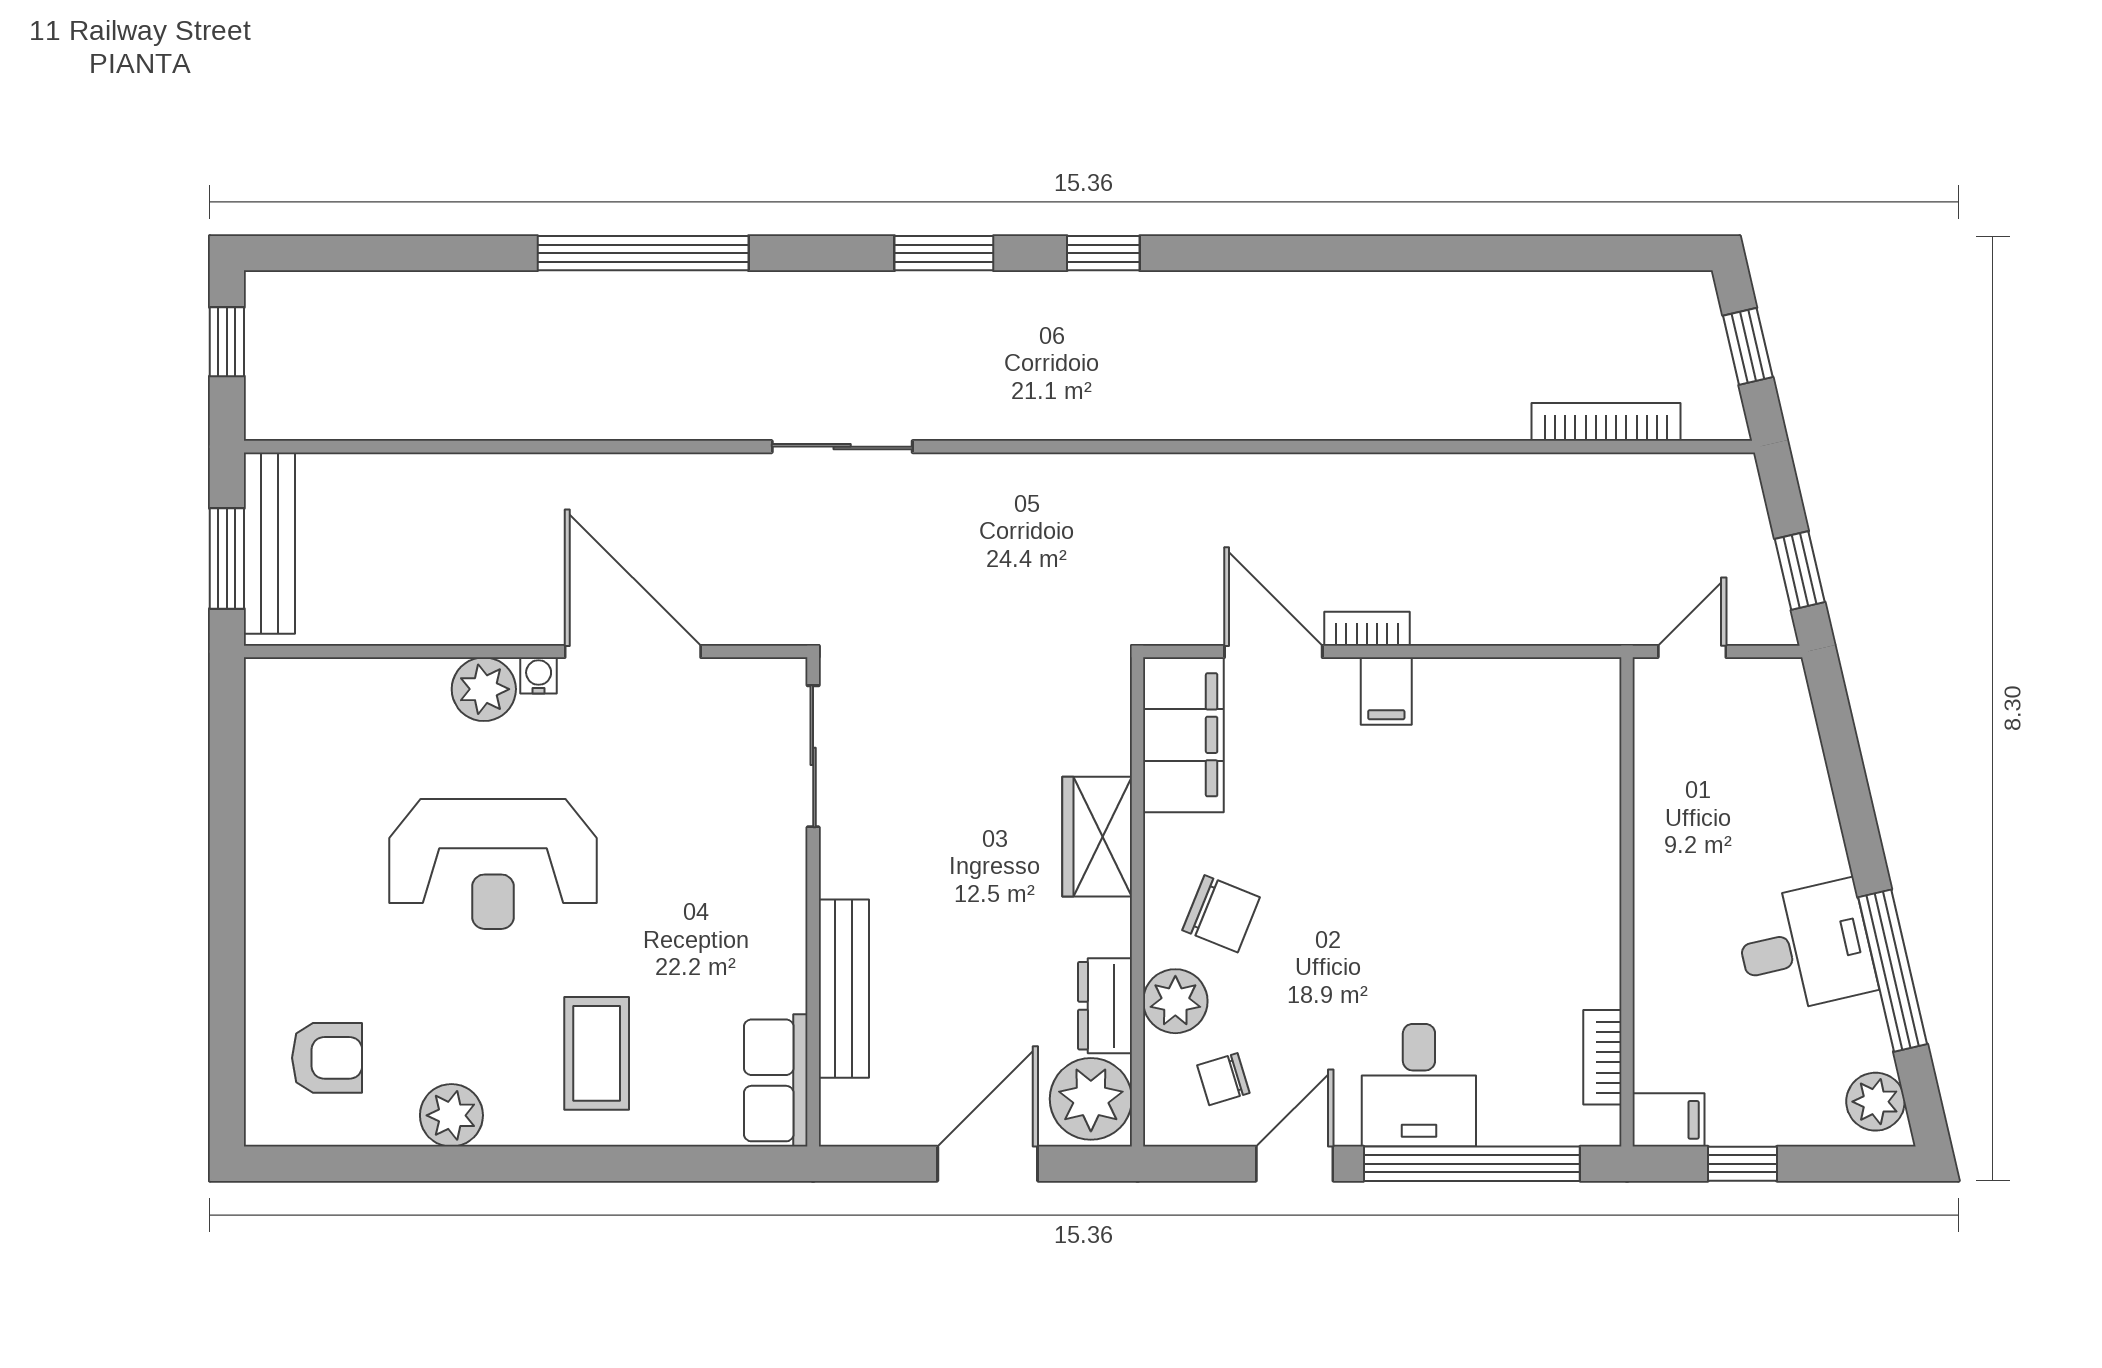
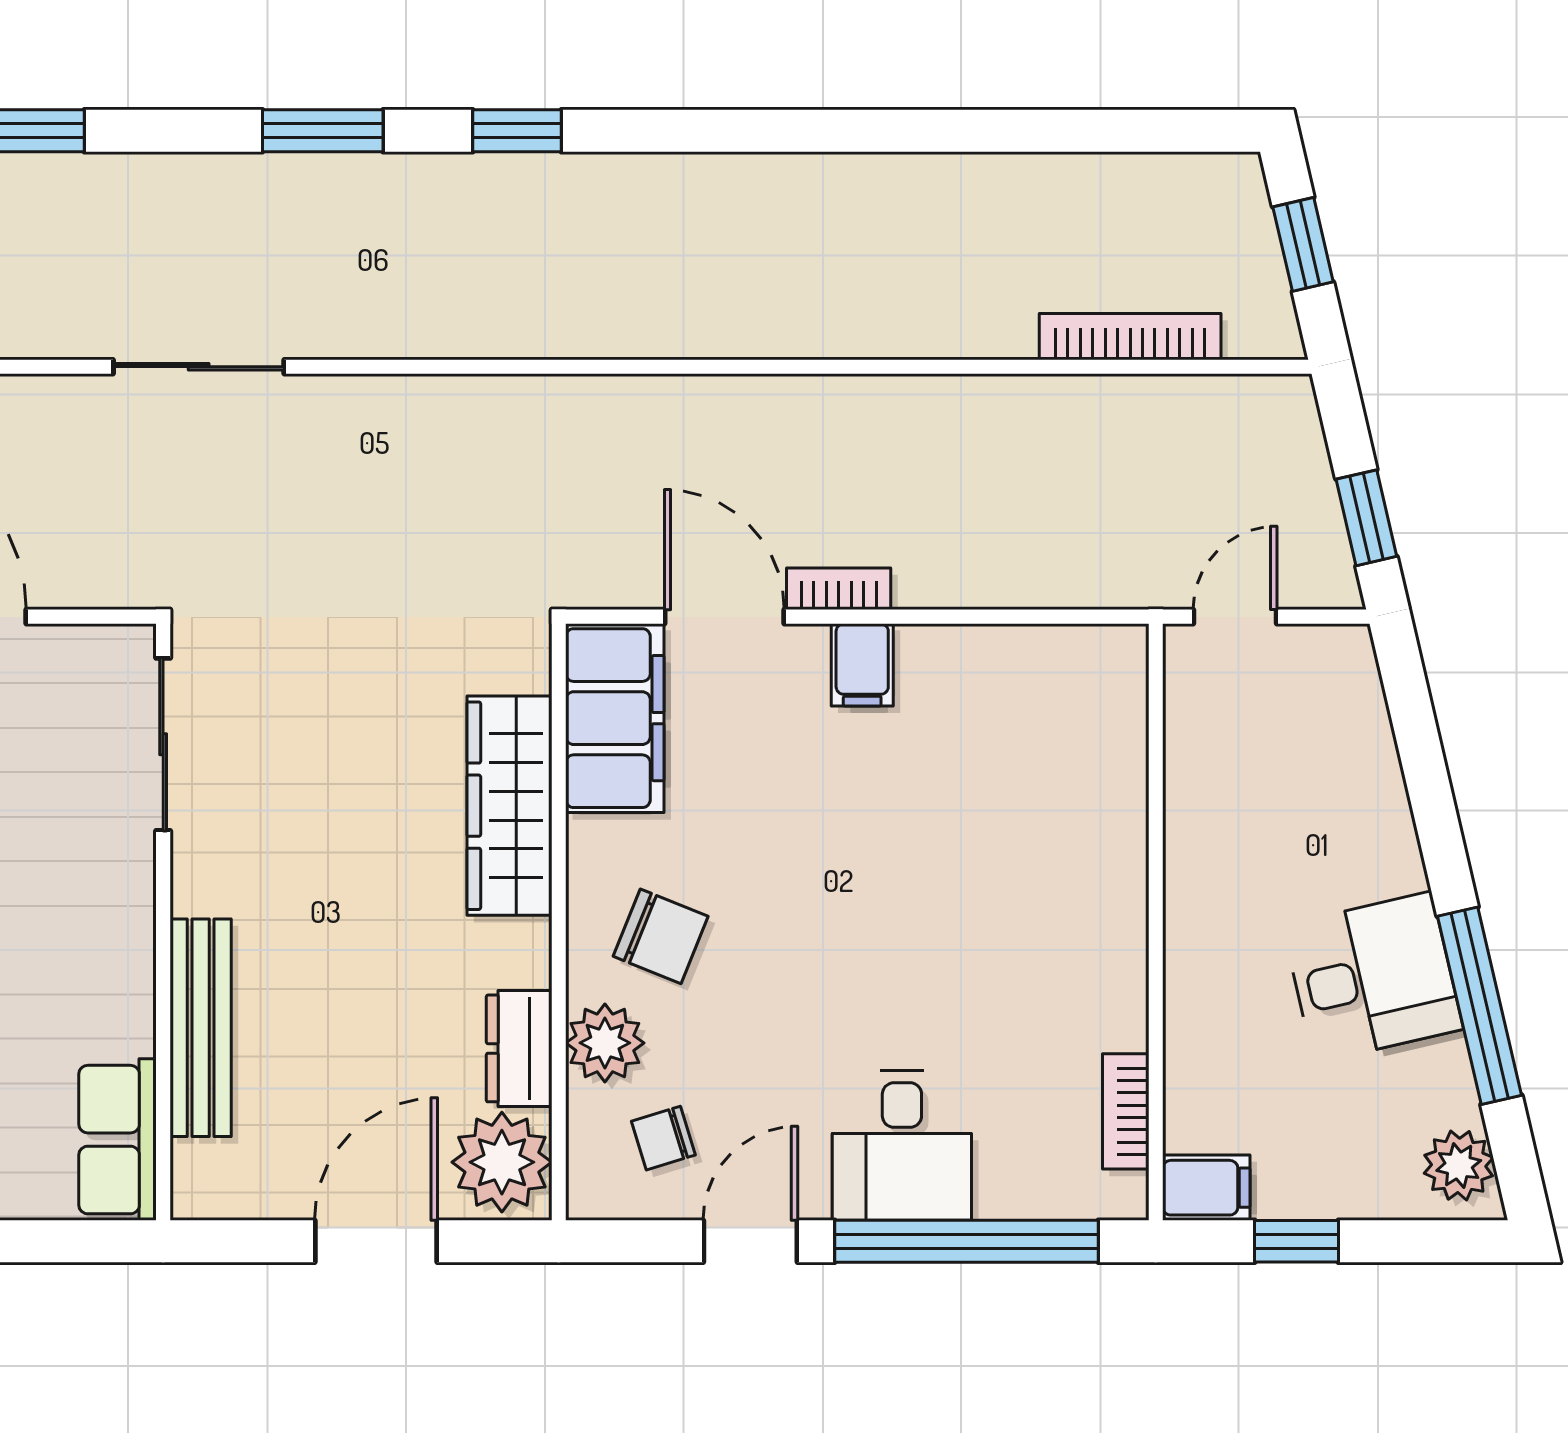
wardrobe: (1097, 837) -> (509, 806), width x1.50

